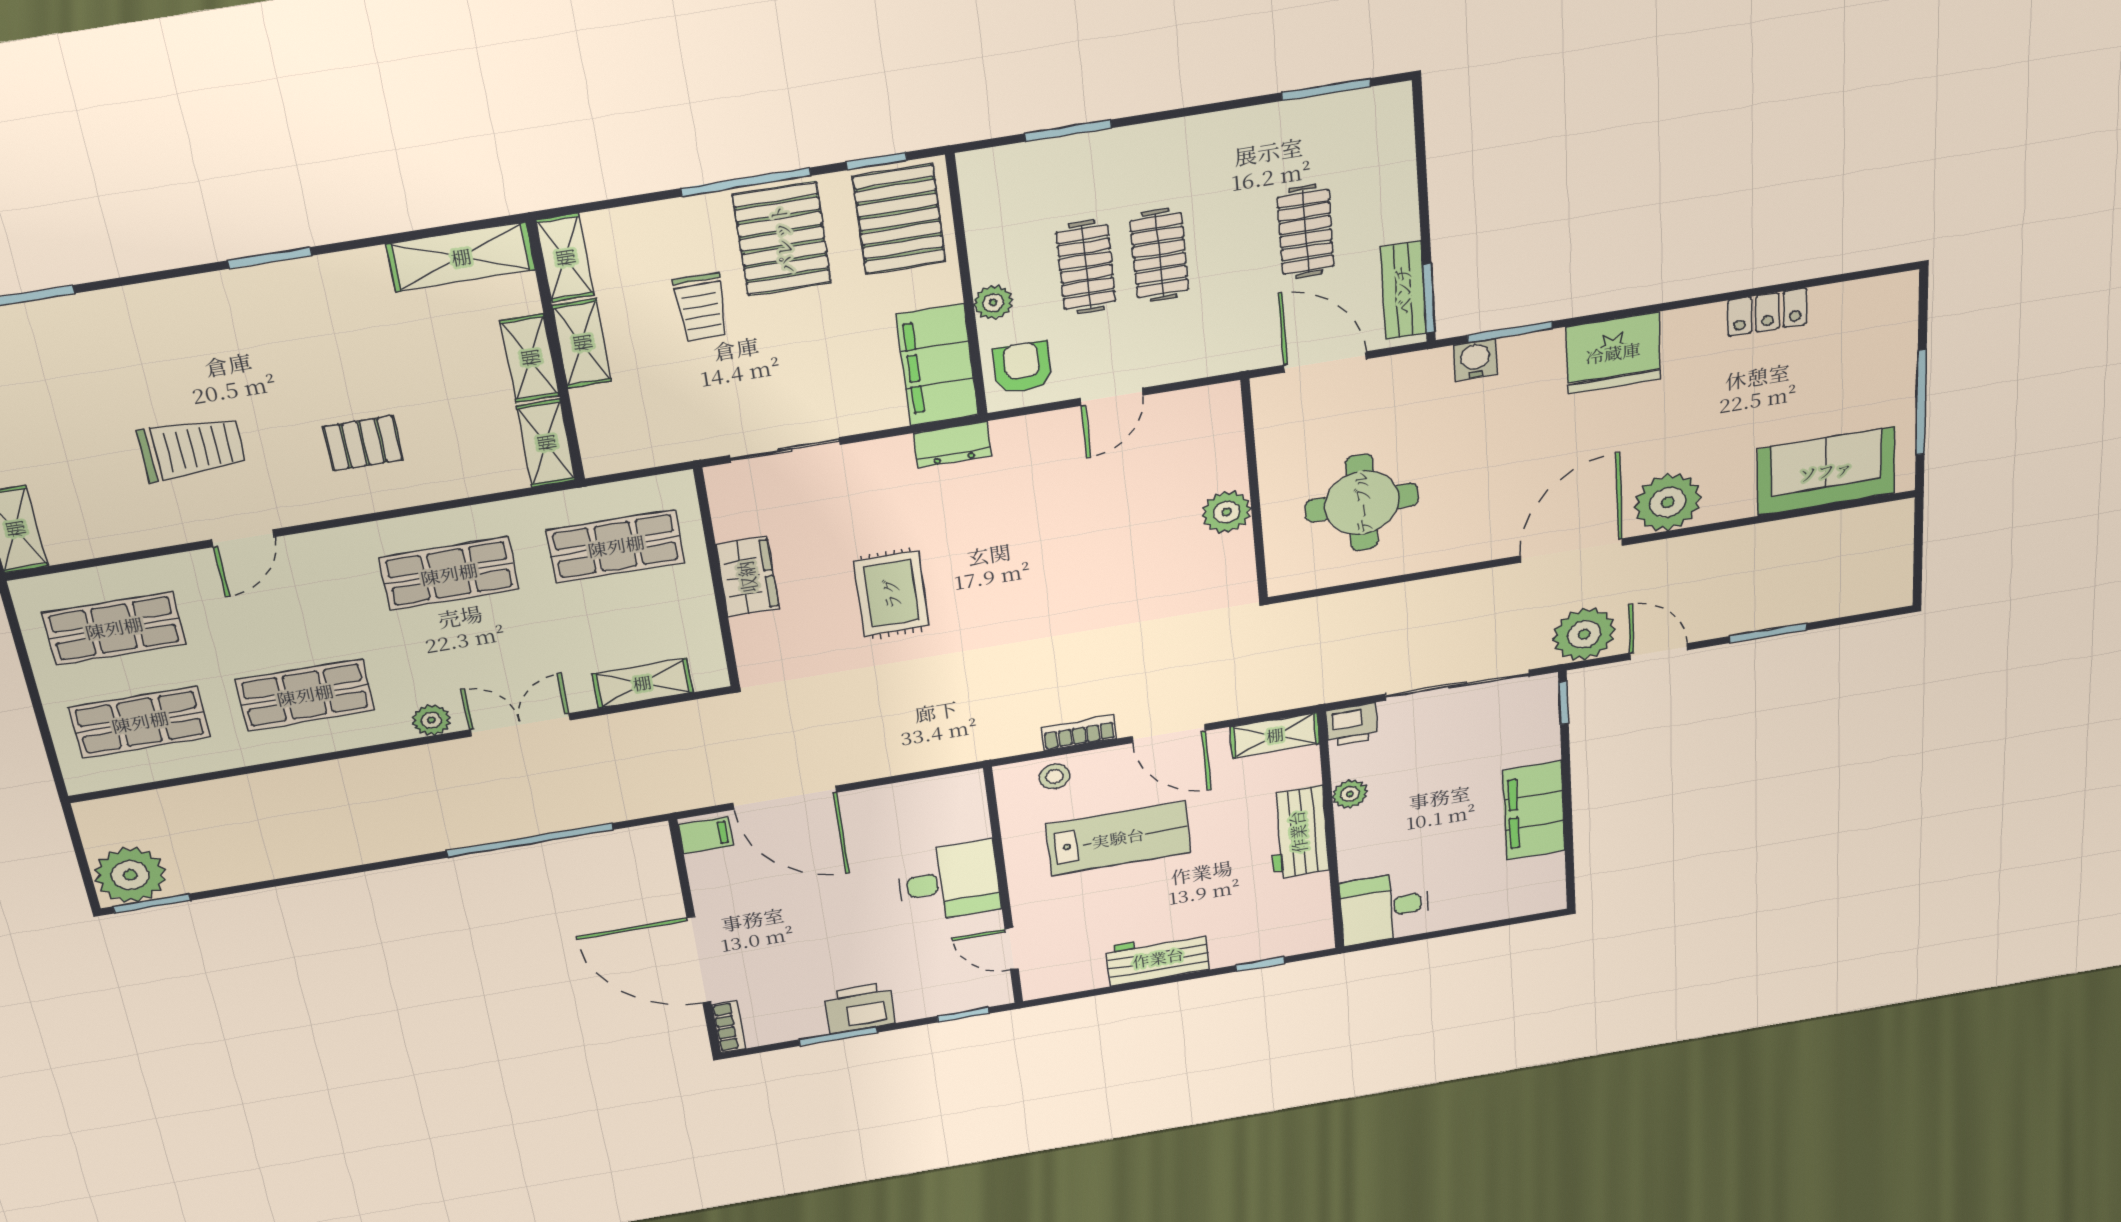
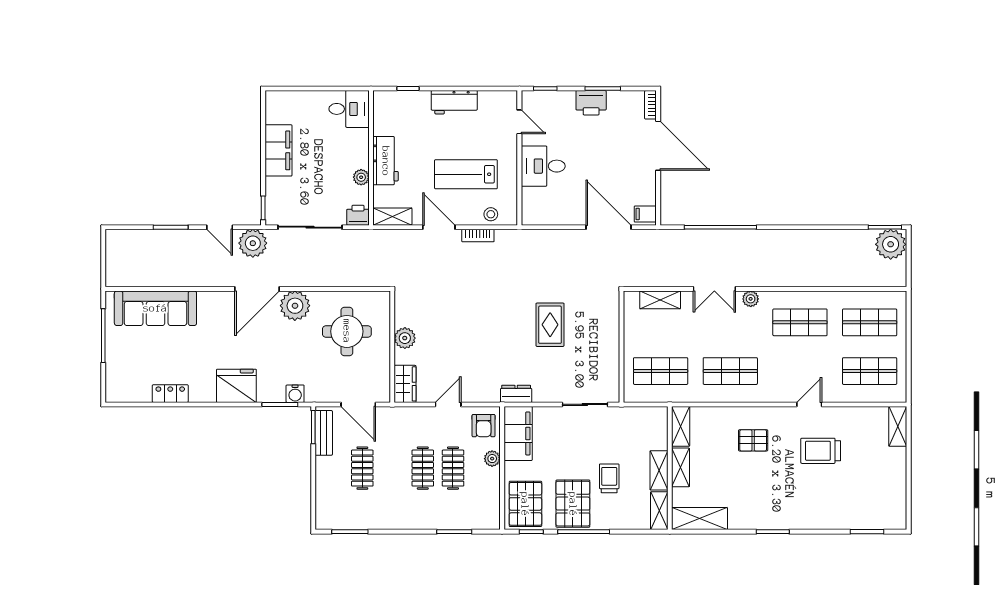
sofa: (1826, 471) -> (155, 308), width x1.36
plant: (1668, 502) -> (295, 306), moved
wardrobe: (747, 577) -> (405, 384), moved, turned 180

